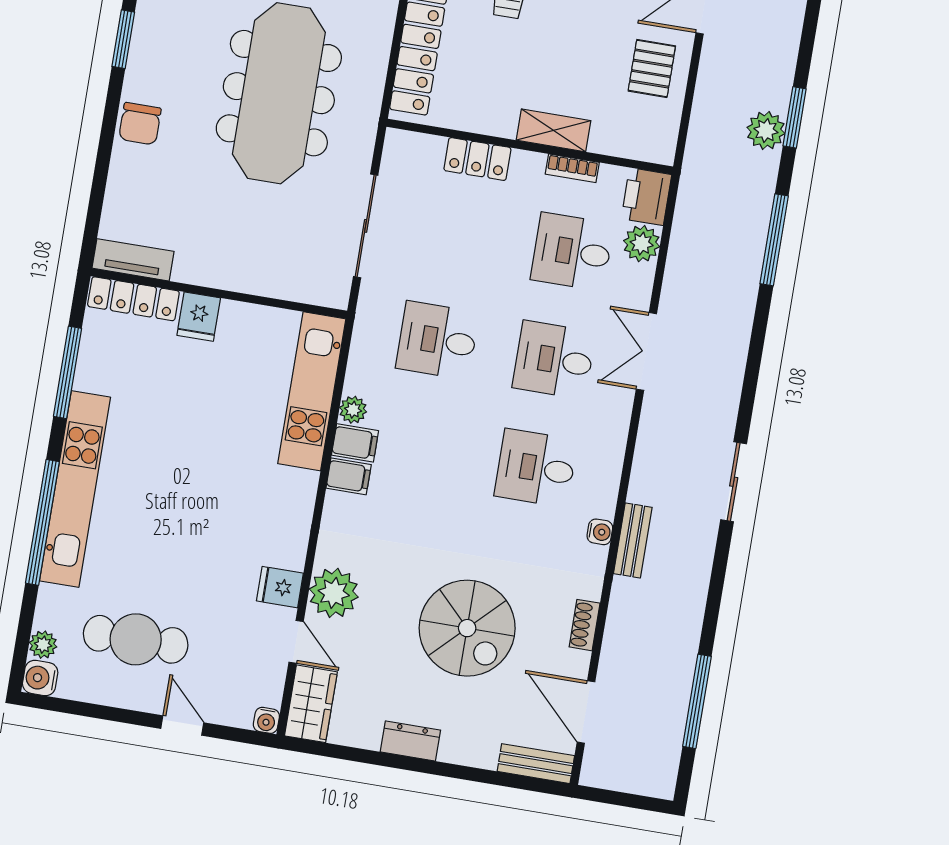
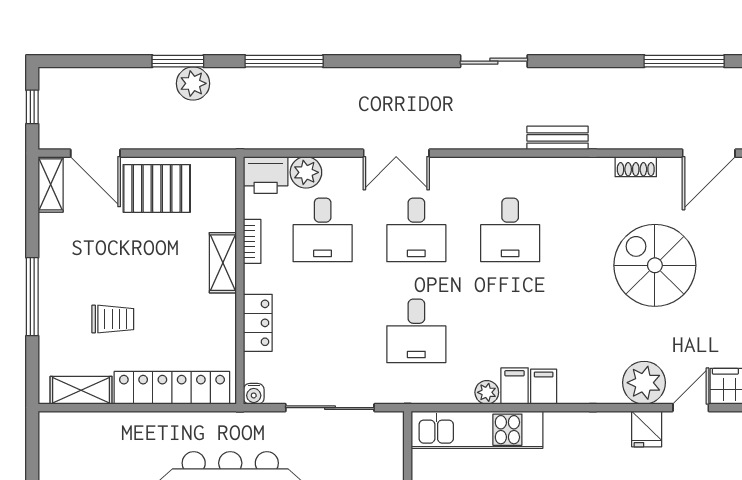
pallet: (652, 68) -> (157, 188), width x1.50, depth x1.42
water cooler: (600, 532) -> (254, 394), moved, turned 180
spiral stairs: (467, 628) -> (655, 265), turned -90

